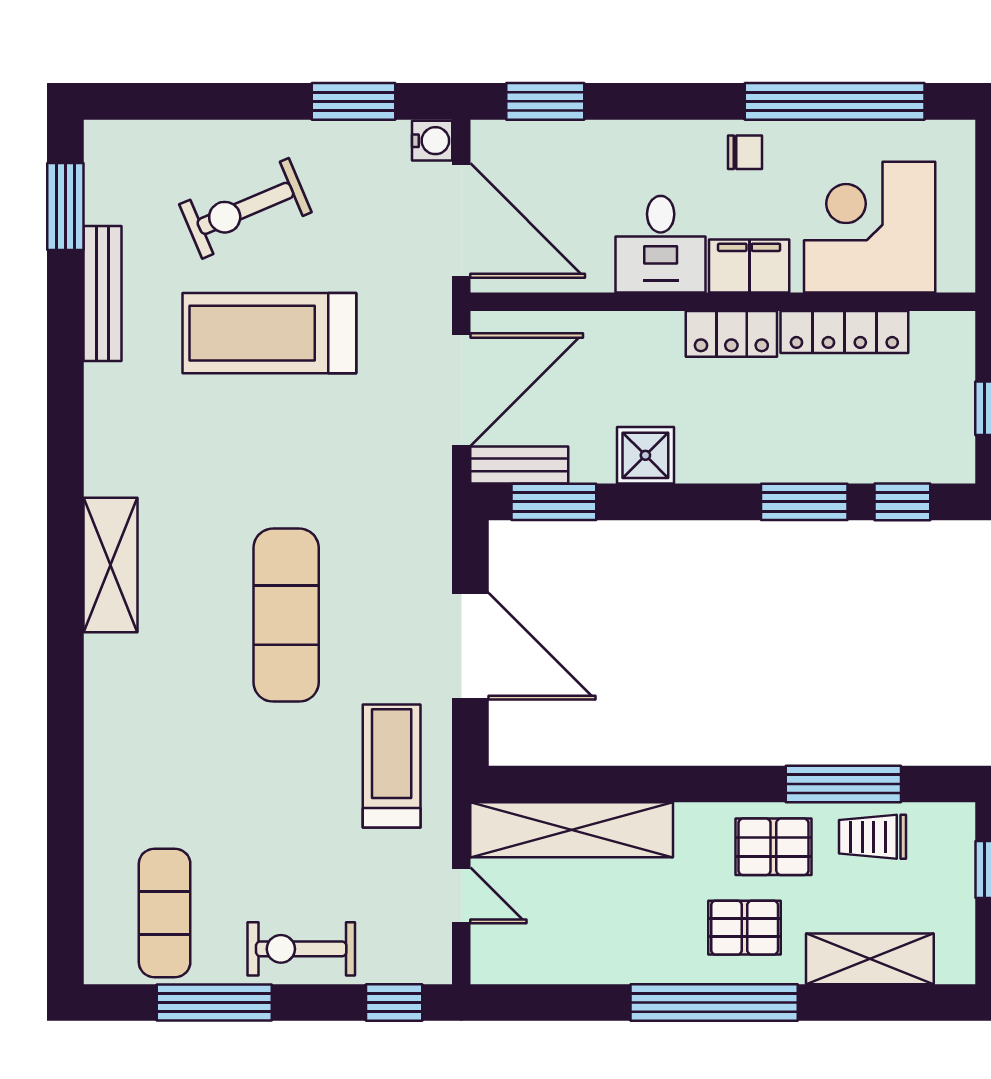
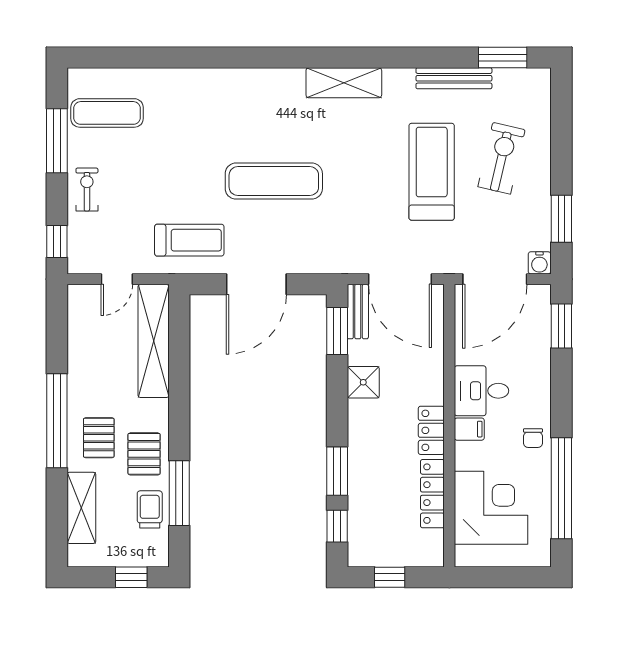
exercise bike: (245, 208) -> (502, 158), turned 36
filing cabinet: (749, 266) -> (469, 429), width x0.50
shelving: (111, 565) -> (344, 83), moved
exercise bike: (301, 949) -> (87, 190), width x0.73, depth x0.72

